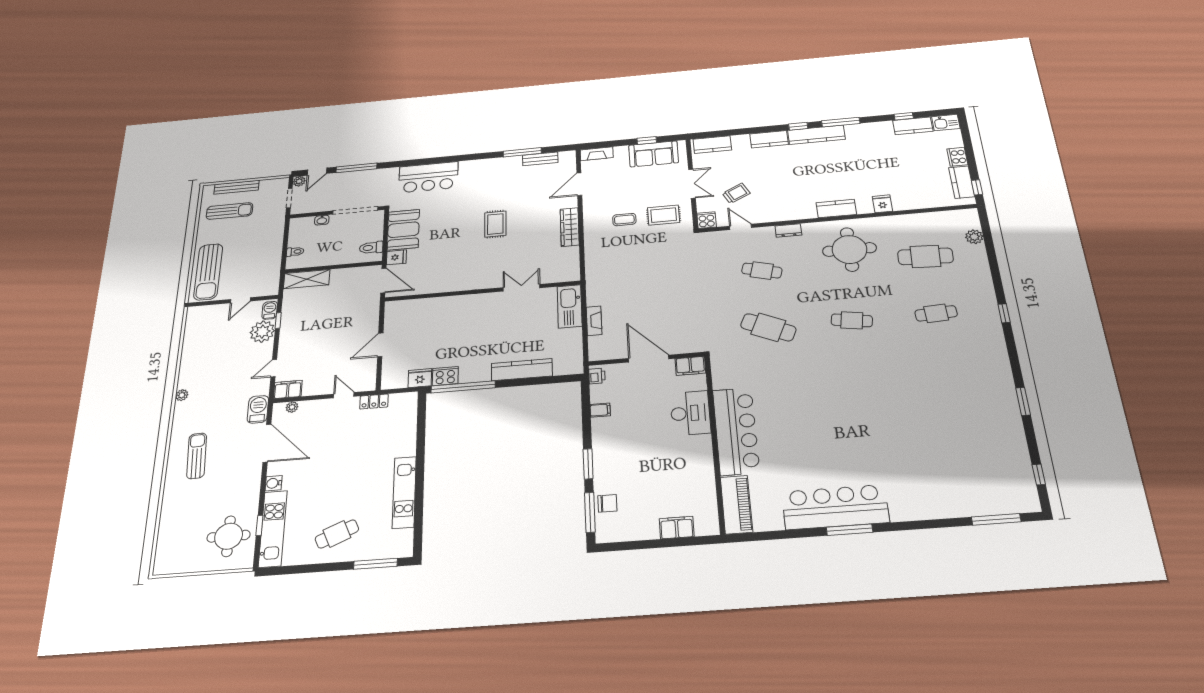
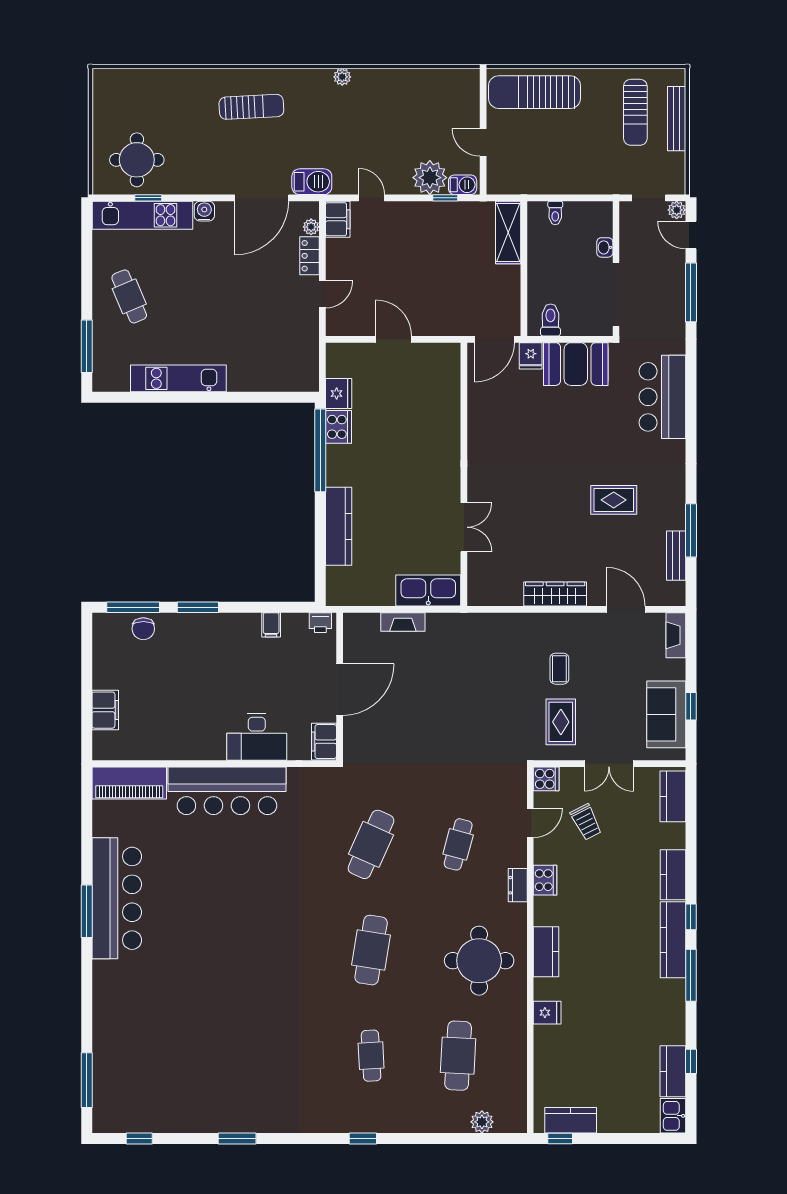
cooker: (957, 157) -> (545, 880), moved, turned 90
rug: (495, 224) -> (614, 500), moved
cafe table: (852, 320) -> (371, 950), width x1.37, depth x1.35
locker: (374, 402) -> (310, 256), moved

